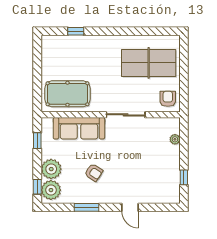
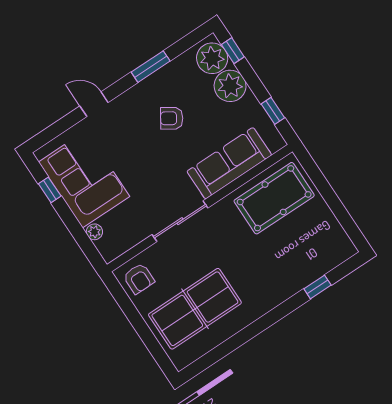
corner sofa: (162, 171) -> (84, 179), added

